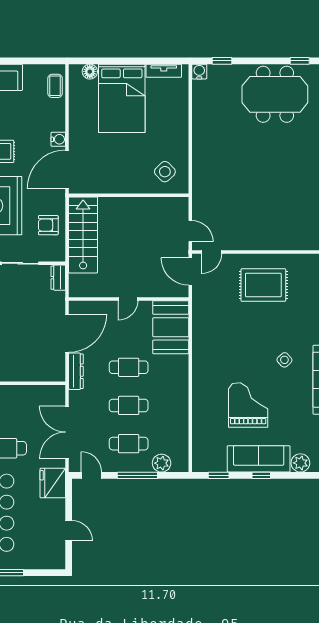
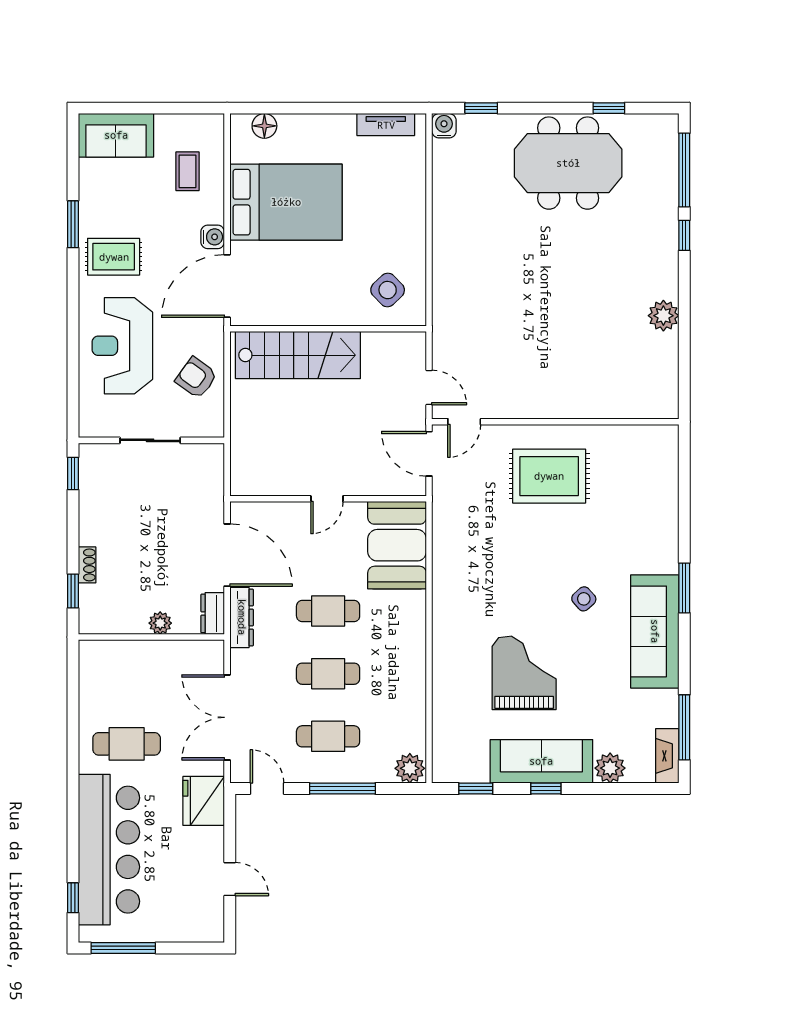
coffee table: (55, 86) -> (187, 171), moved
bed: (122, 98) -> (286, 202), moved, turned -90
armchair: (48, 225) -> (196, 378), turned 36
stairs: (83, 235) -> (298, 355), moved, turned 90
dresser: (58, 278) -> (213, 613), moved
door: (67, 333) -> (227, 555), hinge flipped
plant: (26, 375) -> (160, 623), added
plant: (162, 463) -> (410, 768), moved

